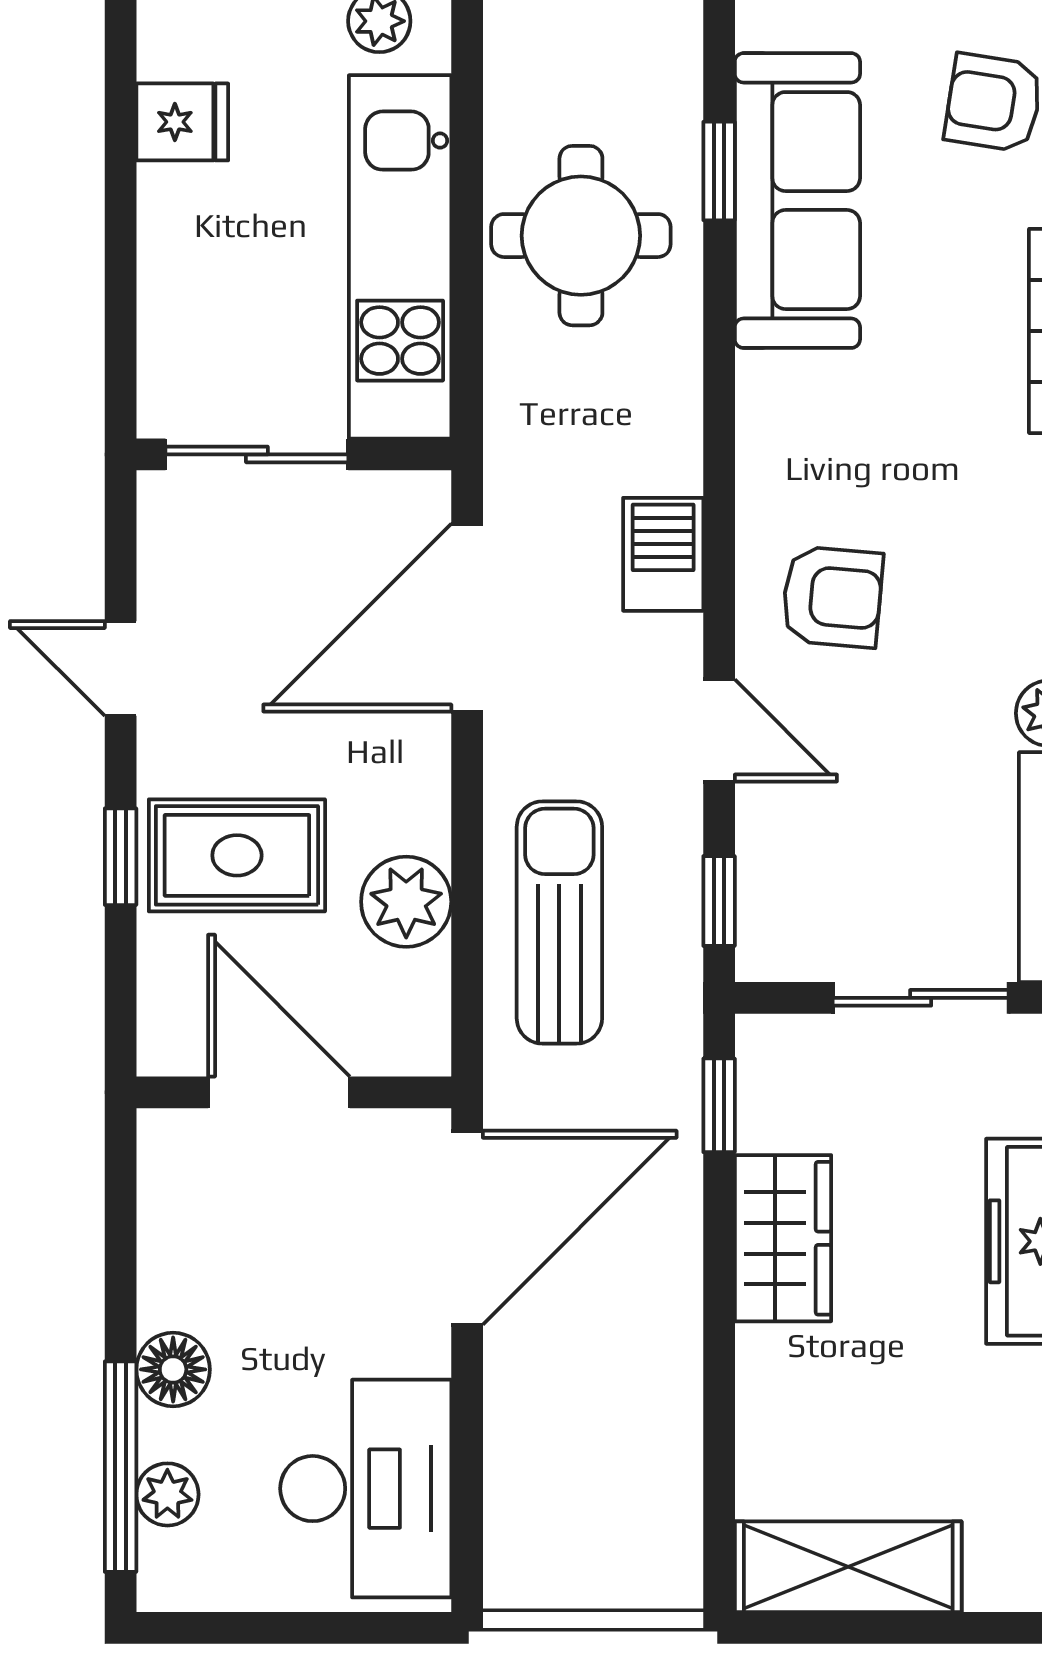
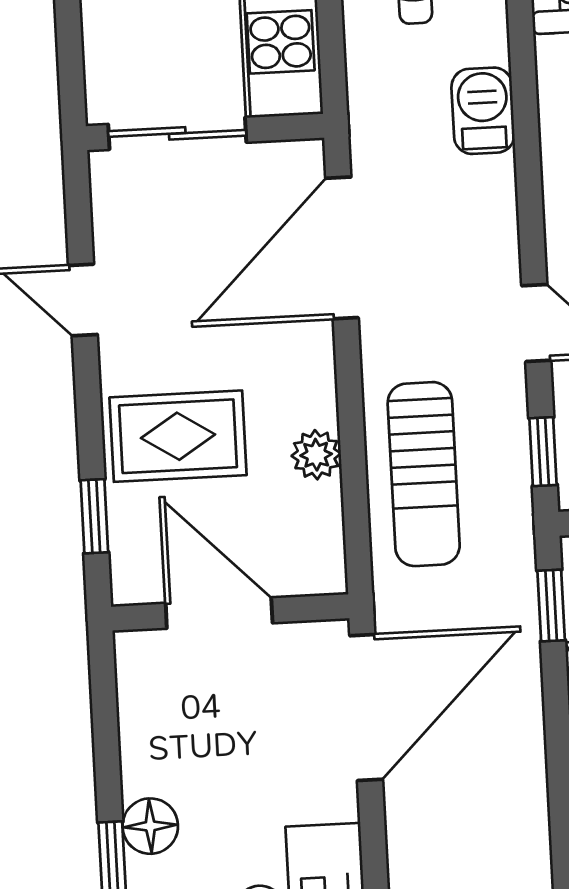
barbecue: (663, 554) -> (483, 111), moved
window: (121, 857) -> (94, 516), moved
plant: (406, 902) -> (316, 455), width x0.73, depth x0.73
sun lounger: (559, 923) -> (424, 474), turned 180

